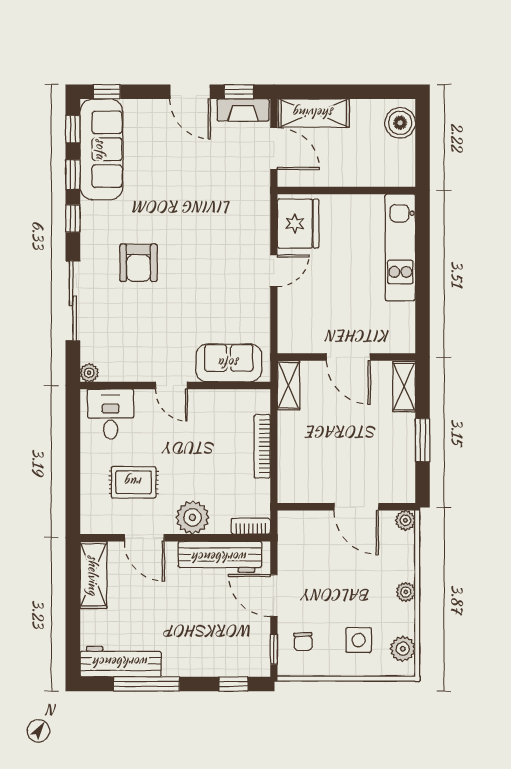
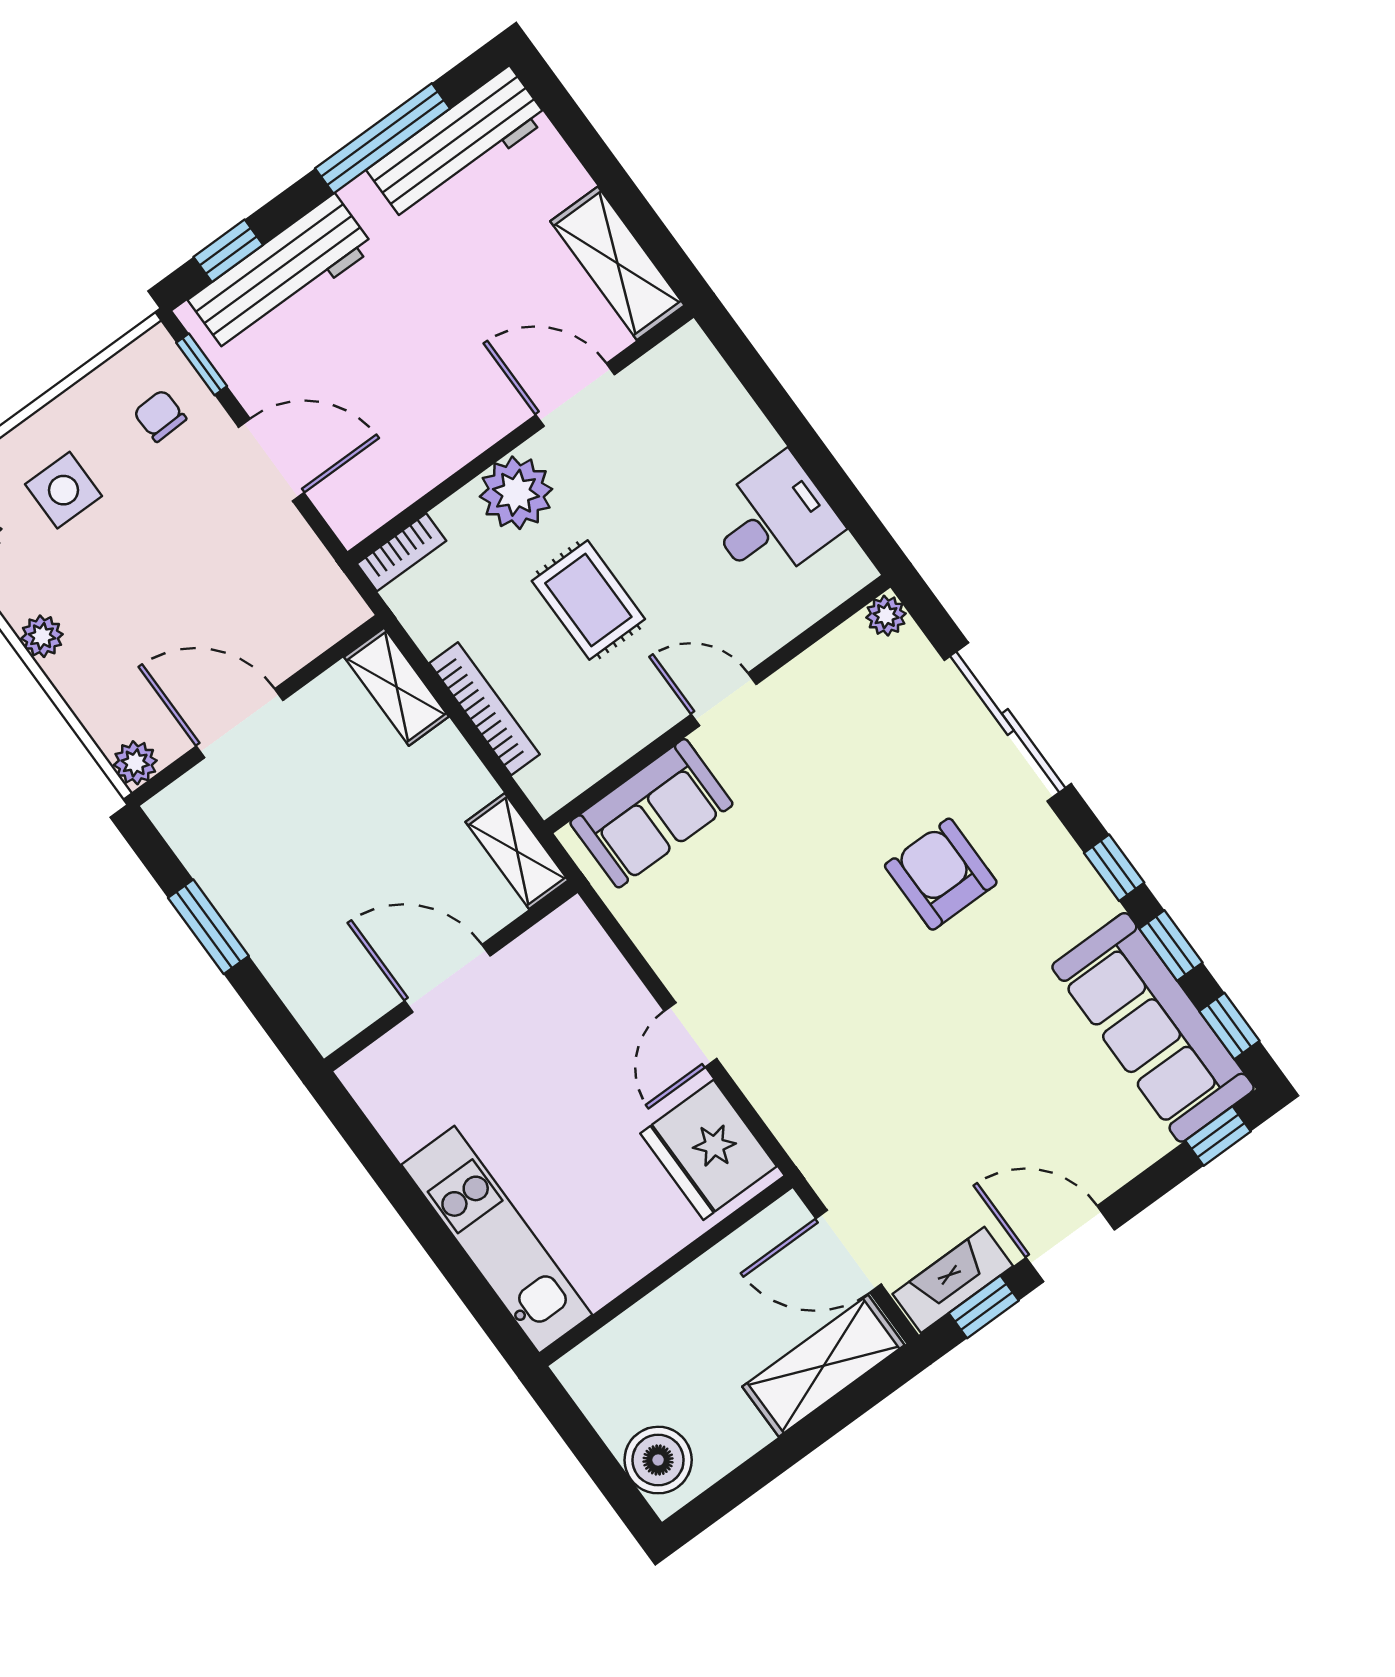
shelving: (404, 387) -> (396, 687), moved
desk: (111, 414) -> (774, 520), moved, turned -90
rug: (134, 482) -> (588, 600), moved, turned 90
workbench: (220, 557) -> (281, 274), moved, turned 180

